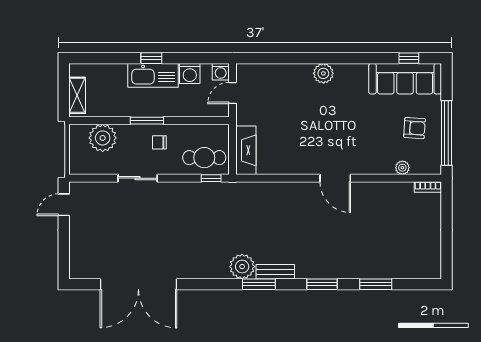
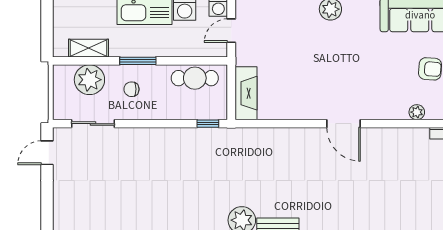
shelving: (77, 95) -> (89, 48), moved, turned 90
chair: (159, 142) -> (131, 89), moved
cafe table: (204, 158) -> (195, 78), moved
sliding door: (138, 178) -> (93, 124), moved

